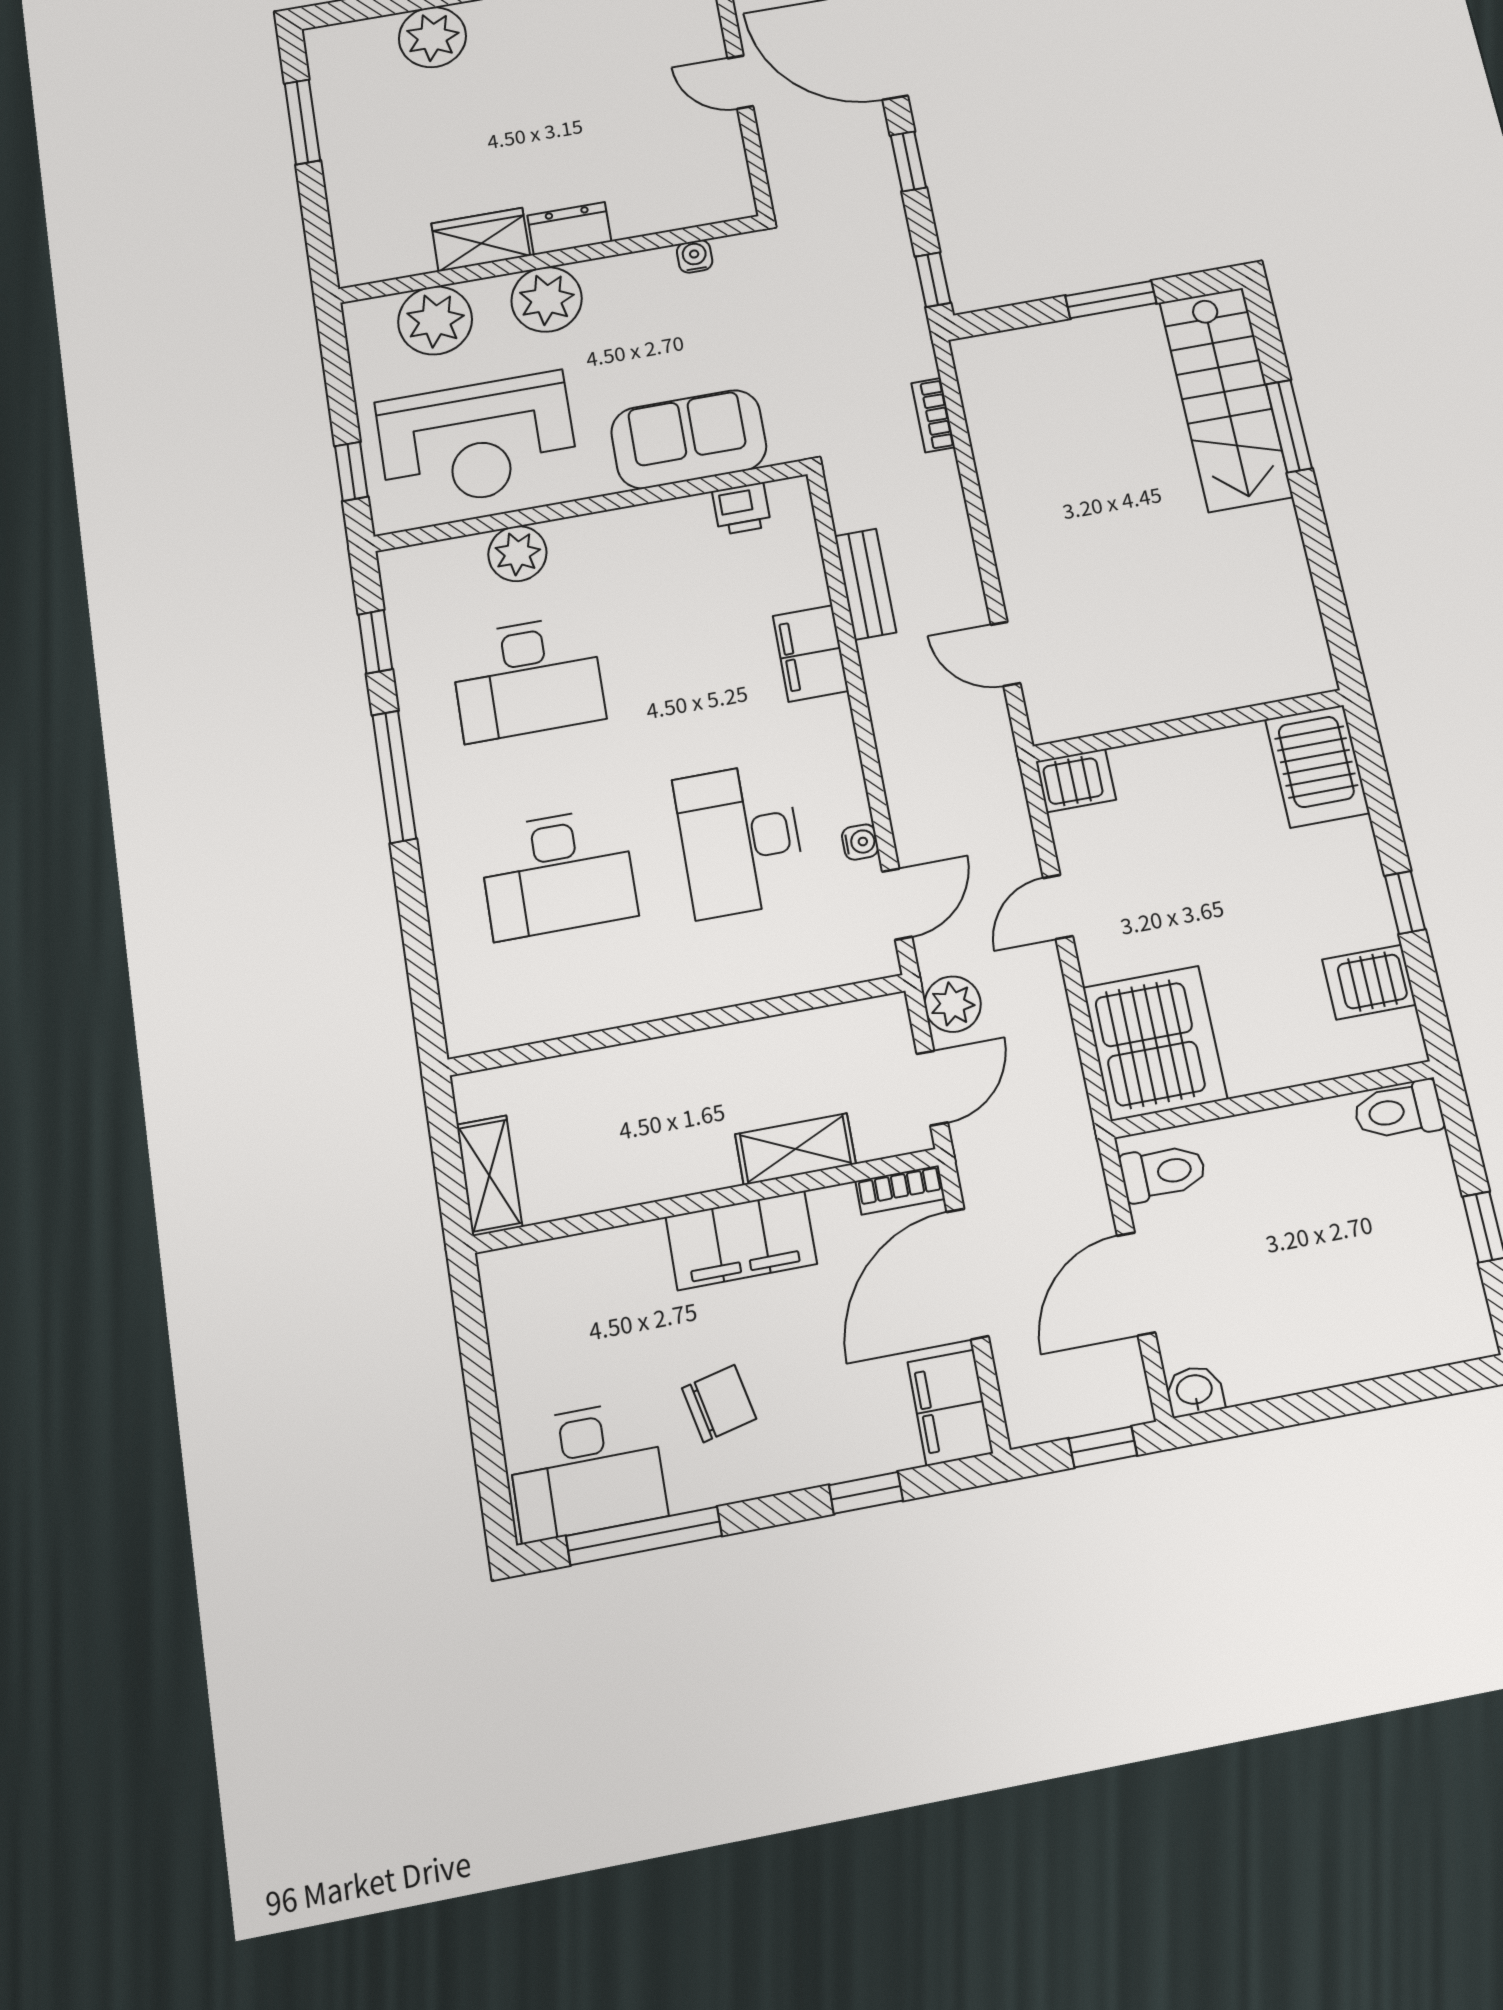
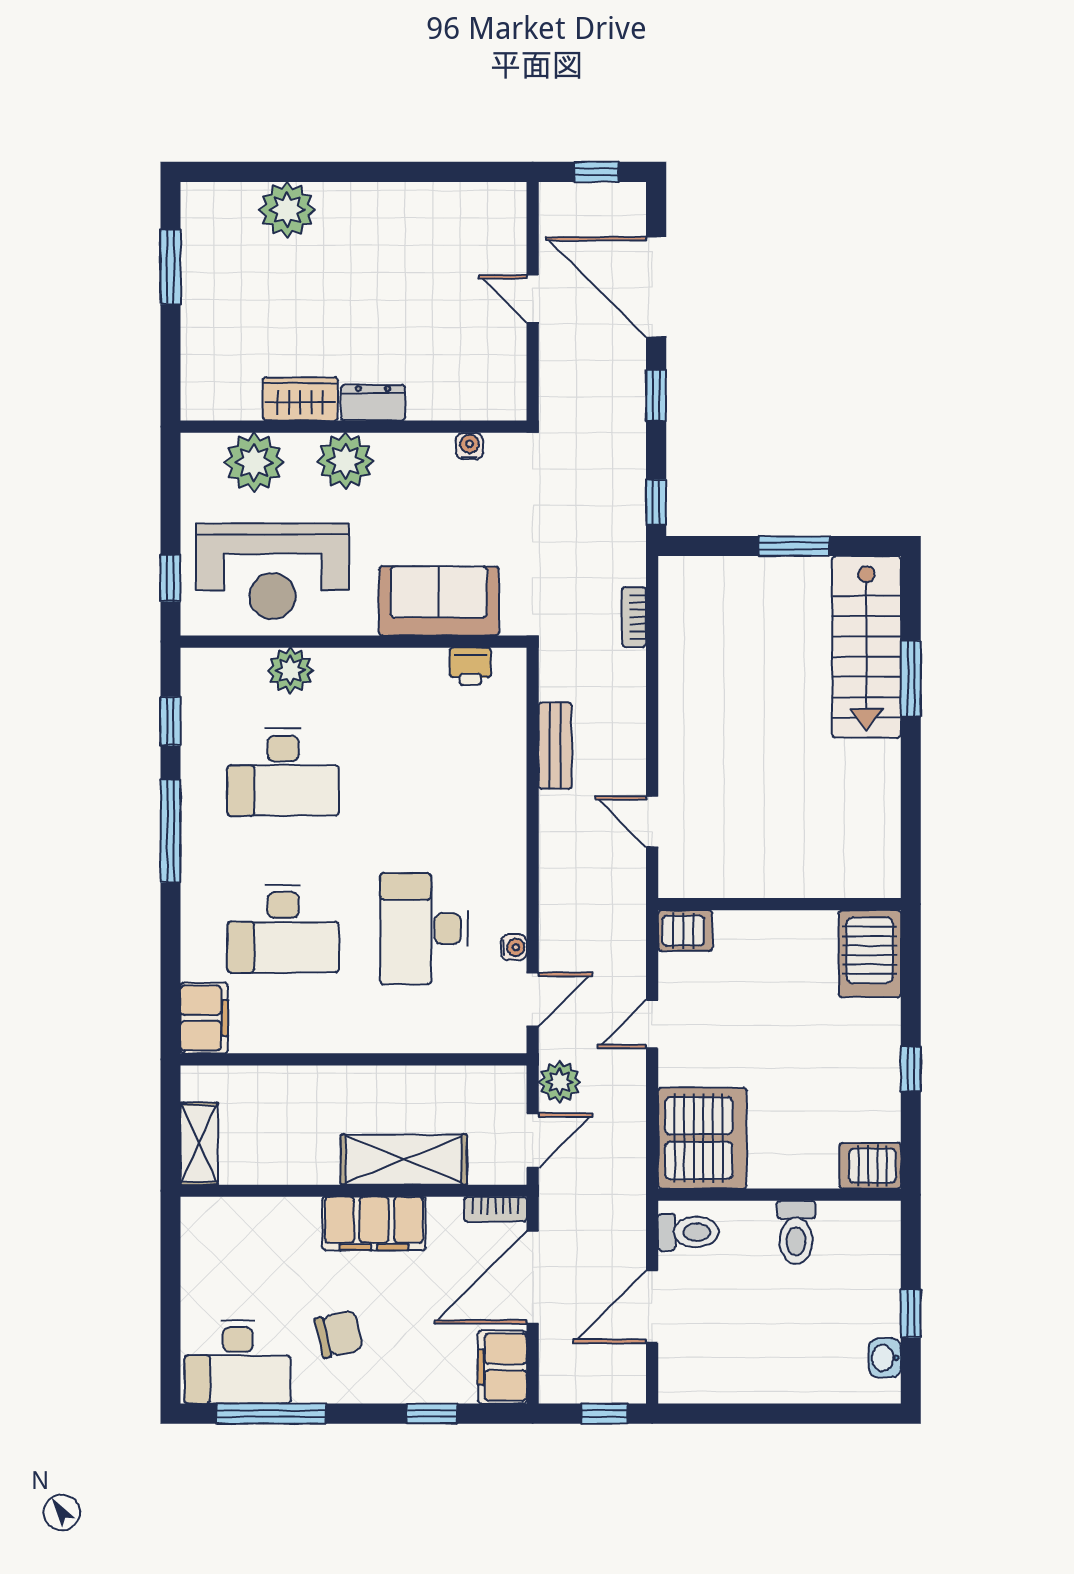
filing cabinet: (811, 653) -> (204, 1018), moved, turned 180
server rack: (1369, 982) -> (870, 1166), moved
toilet: (1398, 1111) -> (796, 1232), moved, turned -90
shelving: (795, 1149) -> (404, 1160), width x1.50, depth x1.33
washbasin: (1195, 1391) -> (885, 1358), moved, turned -90

